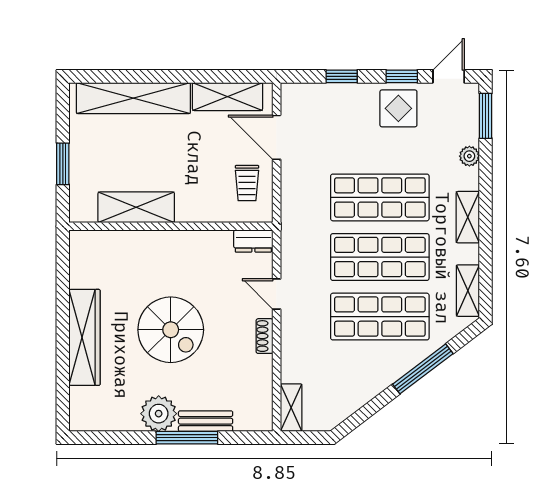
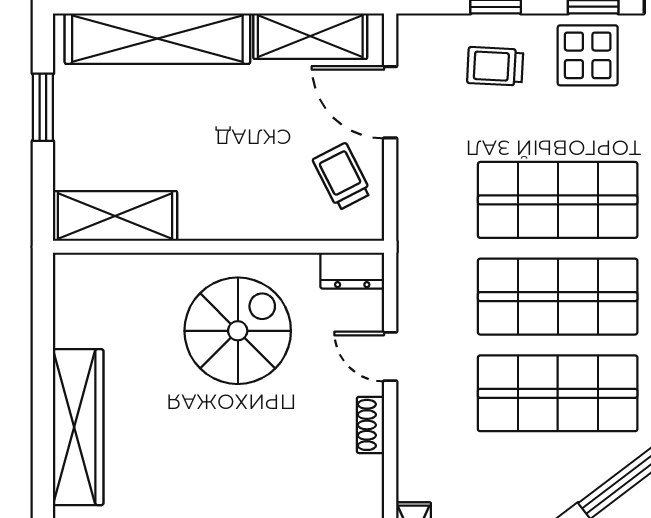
trolley: (341, 115) -> (495, 66), added
window: (63, 164) -> (43, 107), moved
trolley: (247, 183) -> (342, 177), turned 153
shelving: (136, 207) -> (115, 216), moved
spiral stairs: (171, 330) -> (238, 331), moved, turned -90

